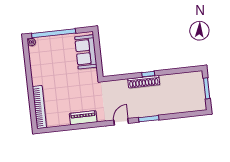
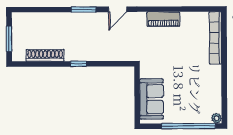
shoe rack: (144, 82) -> (45, 55), moved

